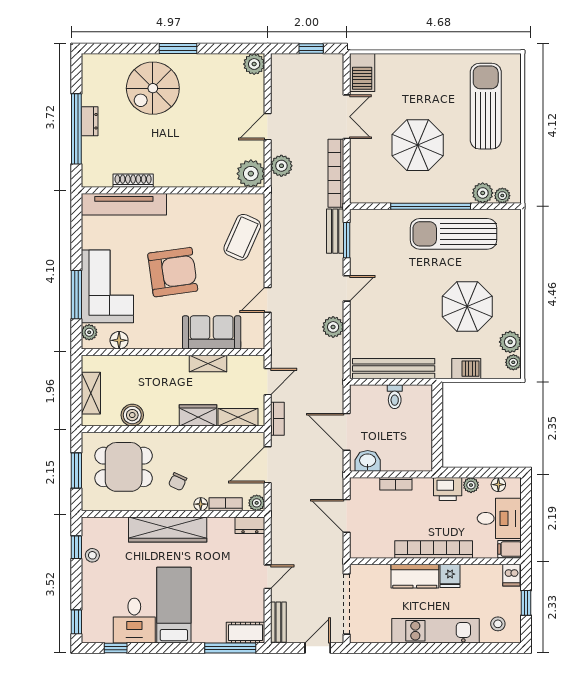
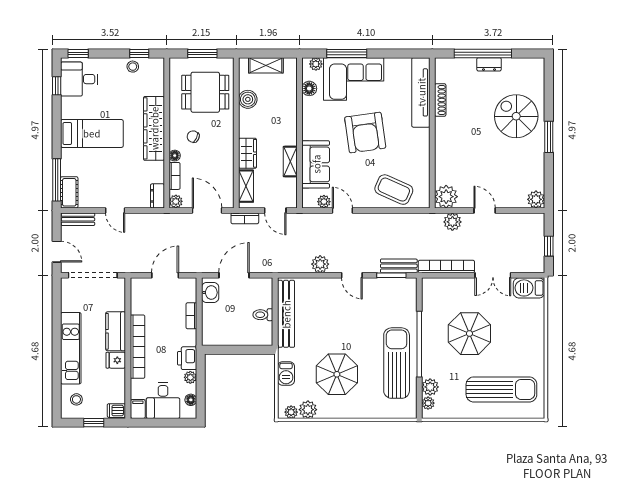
plant: (257, 322) -> (324, 202), added
dining table: (124, 467) -> (205, 92), turned 90
desk: (134, 621) -> (79, 79), moved

